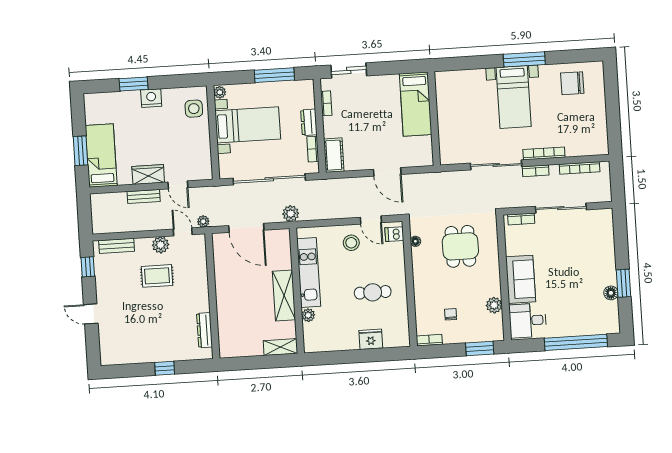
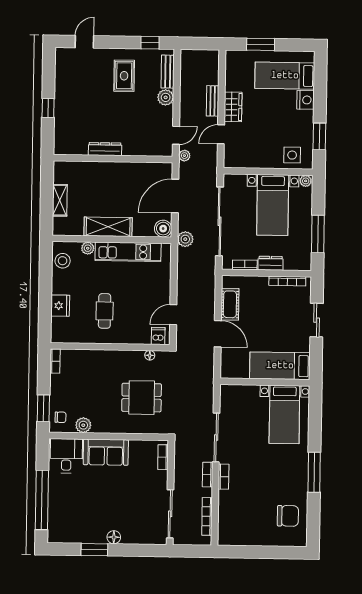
sliding door: (349, 70) -> (317, 320), moved
chair: (572, 83) -> (288, 516), turned 90
window: (134, 84) -> (319, 136), moved
bed with nightstands: (514, 97) -> (284, 414), moved, turned -90
nightstand: (151, 98) -> (306, 100), moved
bookcase: (326, 103) -> (287, 281), width x1.56
bookcase: (544, 153) -> (224, 477), width x0.64
bed: (101, 155) -> (285, 76), moved, turned 180
cot: (334, 155) -> (230, 304), moved, turned 90
door: (387, 172) -> (218, 334), swing flipped
sliding door: (561, 208) -> (170, 514), moved
boiler: (281, 238) -> (163, 229), added
stool: (351, 243) -> (63, 261), moved
plant: (161, 245) -> (166, 97), moved
rug: (157, 276) -> (124, 76), moved
floor lamp: (611, 293) -> (114, 537), moved
door: (91, 314) -> (84, 42), moved
chair: (451, 314) -> (60, 417), moved
dresser: (205, 330) -> (105, 149), moved
shelving: (281, 347) -> (60, 200), moved

